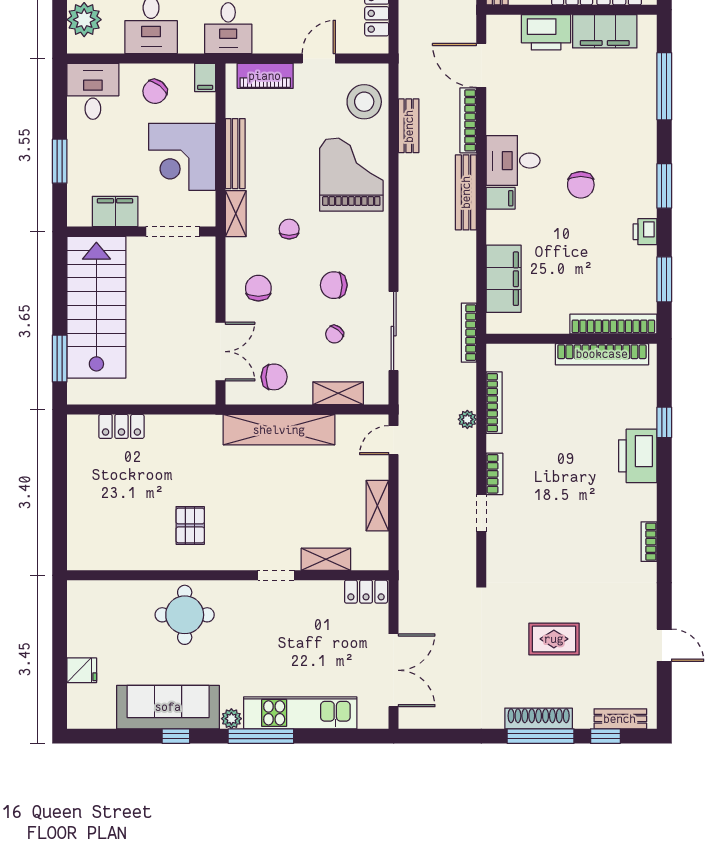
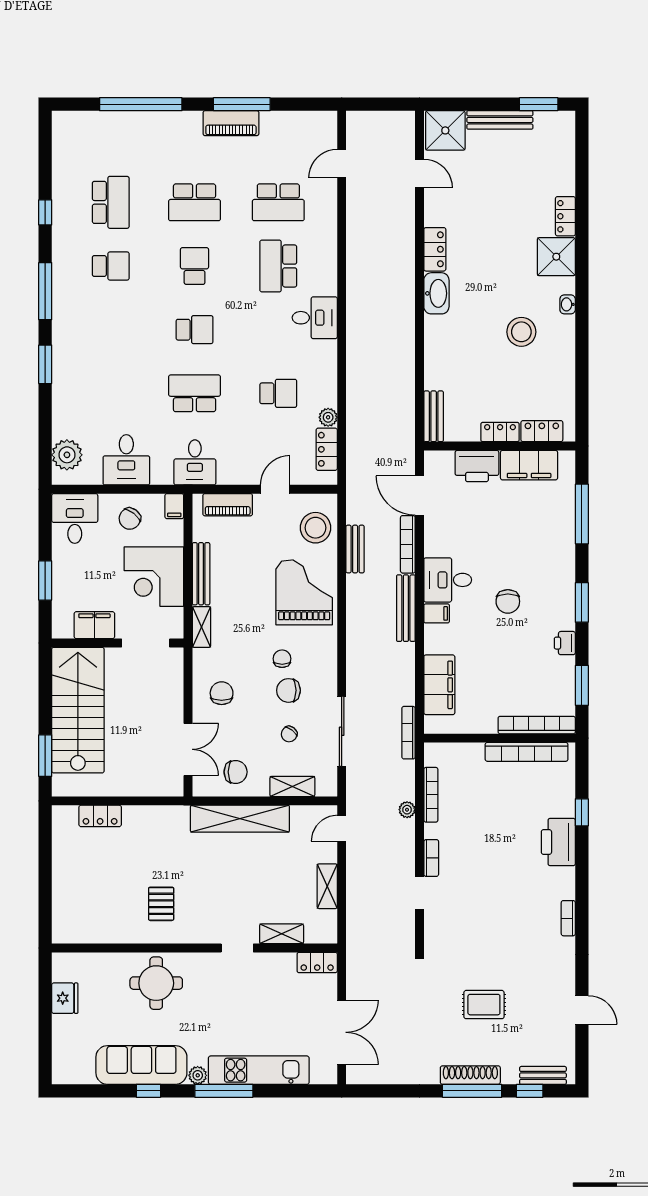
chair: (289, 229) -> (282, 659), moved
fridge: (82, 670) -> (65, 998), moved, width x1.38

